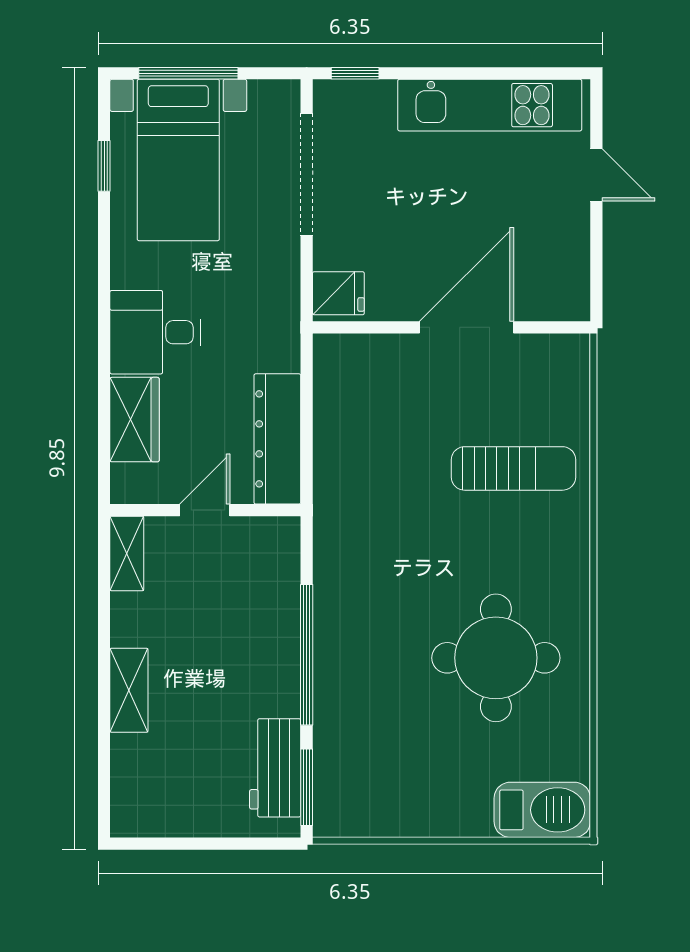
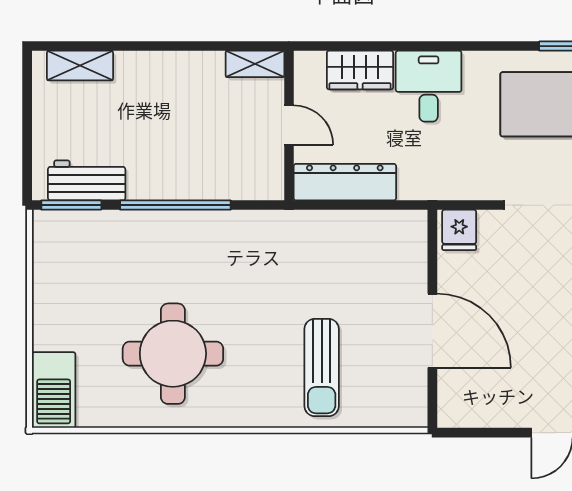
shelving: (129, 690) -> (80, 66), moved

